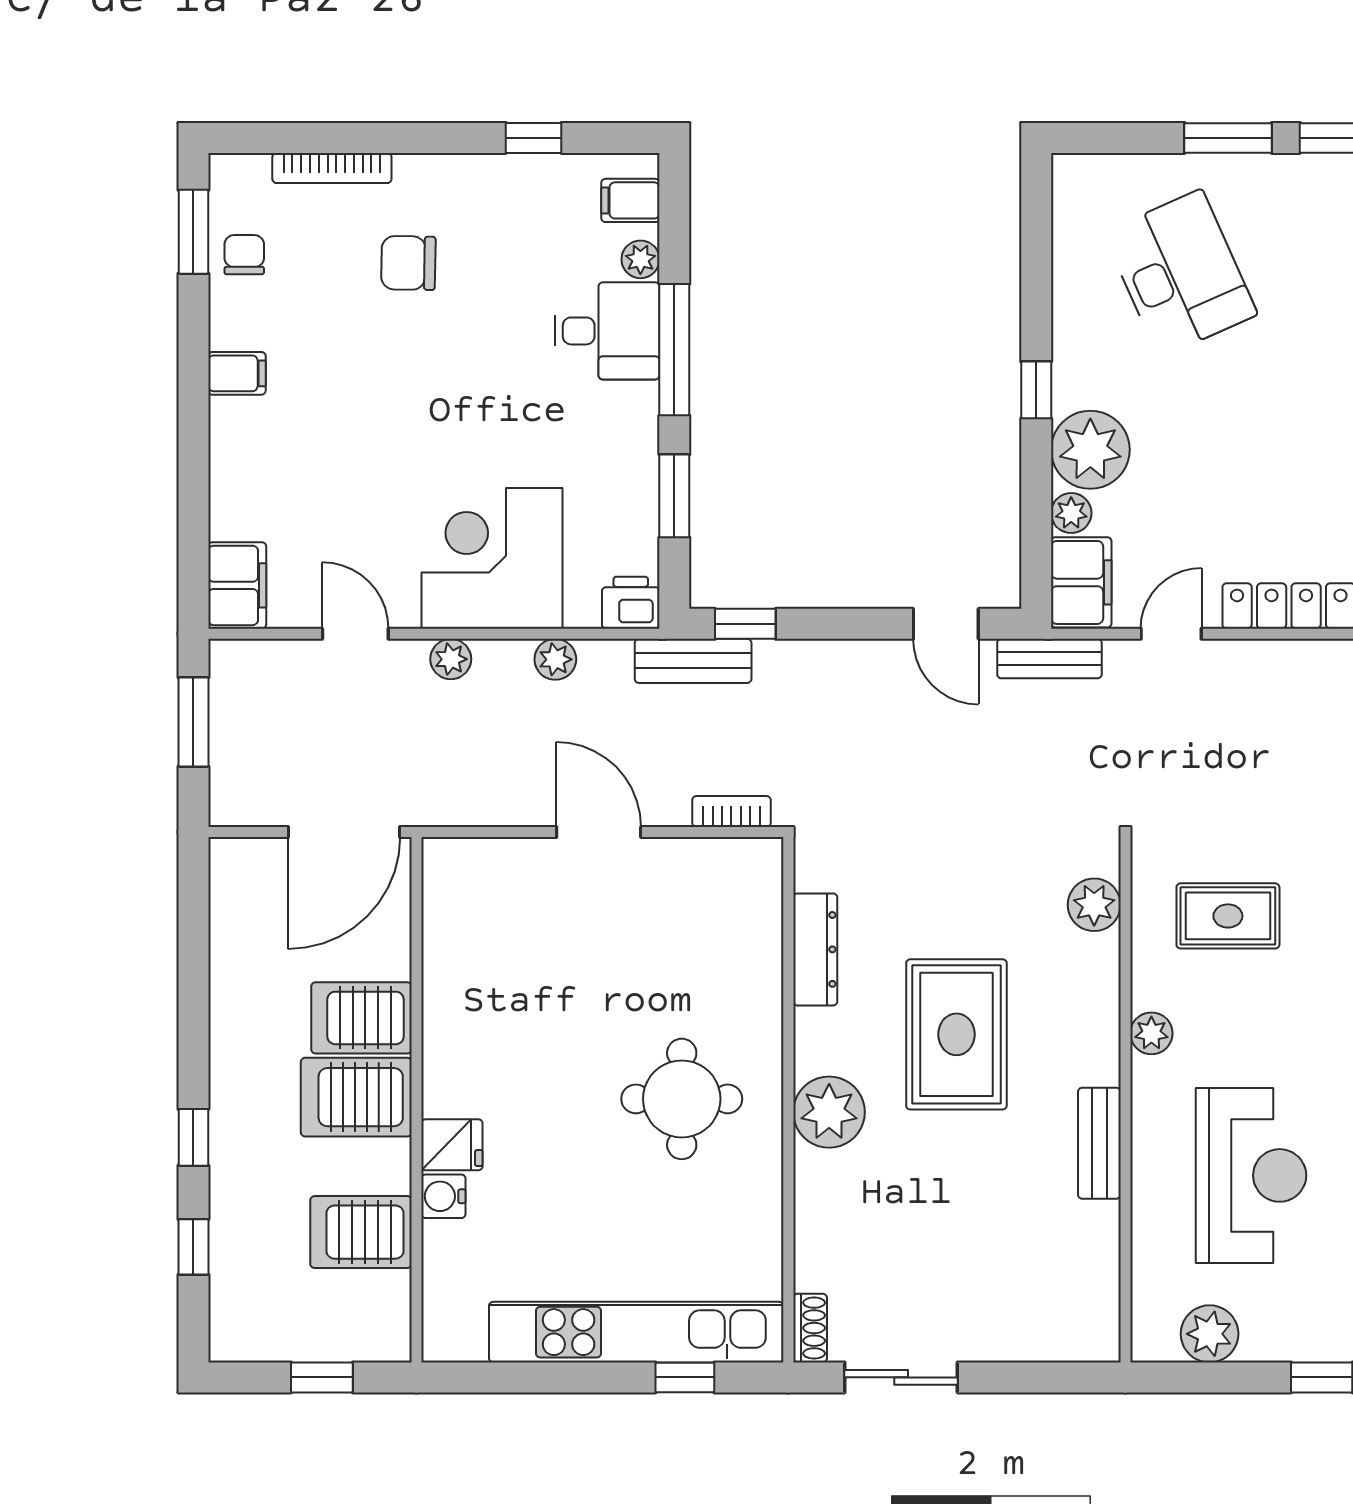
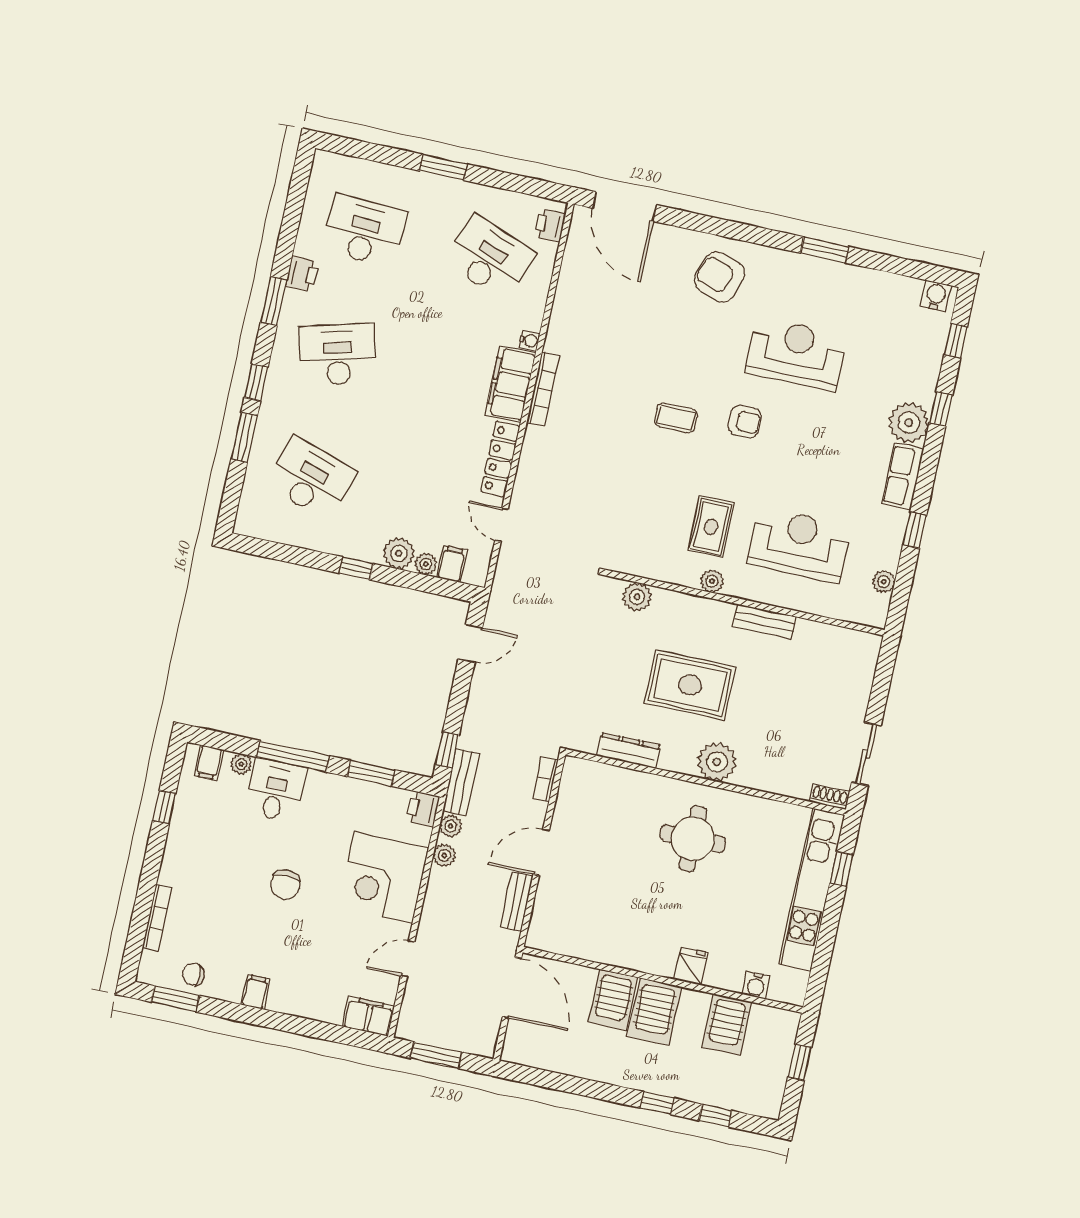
chair: (408, 263) -> (285, 884), moved
desk: (1180, 273) -> (311, 478), turned 42
plant: (1090, 450) -> (399, 553), width x0.73, depth x0.73
filing cabinet: (1081, 582) -> (452, 564), width x0.50
plant: (451, 659) -> (451, 826), moved
bench: (1049, 659) -> (517, 902), moved
rug: (1228, 916) -> (711, 527), moved
water cooler: (443, 1196) -> (756, 985), moved
plant: (1210, 1334) -> (884, 582), width x0.73, depth x0.73

